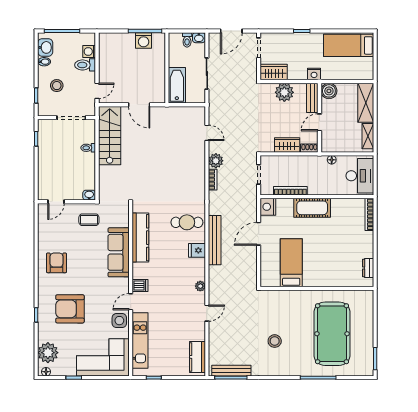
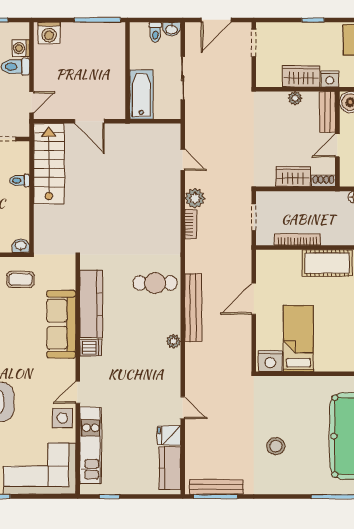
washing machine: (144, 41) -> (49, 33), moved
wardrobe: (274, 72) -> (301, 76), moved
plant: (284, 92) -> (295, 98), width x0.53, depth x0.53
nightstand: (268, 207) -> (270, 361), moved, turned -90
fridge: (197, 250) -> (169, 436), moved
dishwasher: (140, 285) -> (91, 348), moved
plant: (200, 286) -> (173, 341), moved
door: (207, 313) -> (183, 408), hinge flipped

